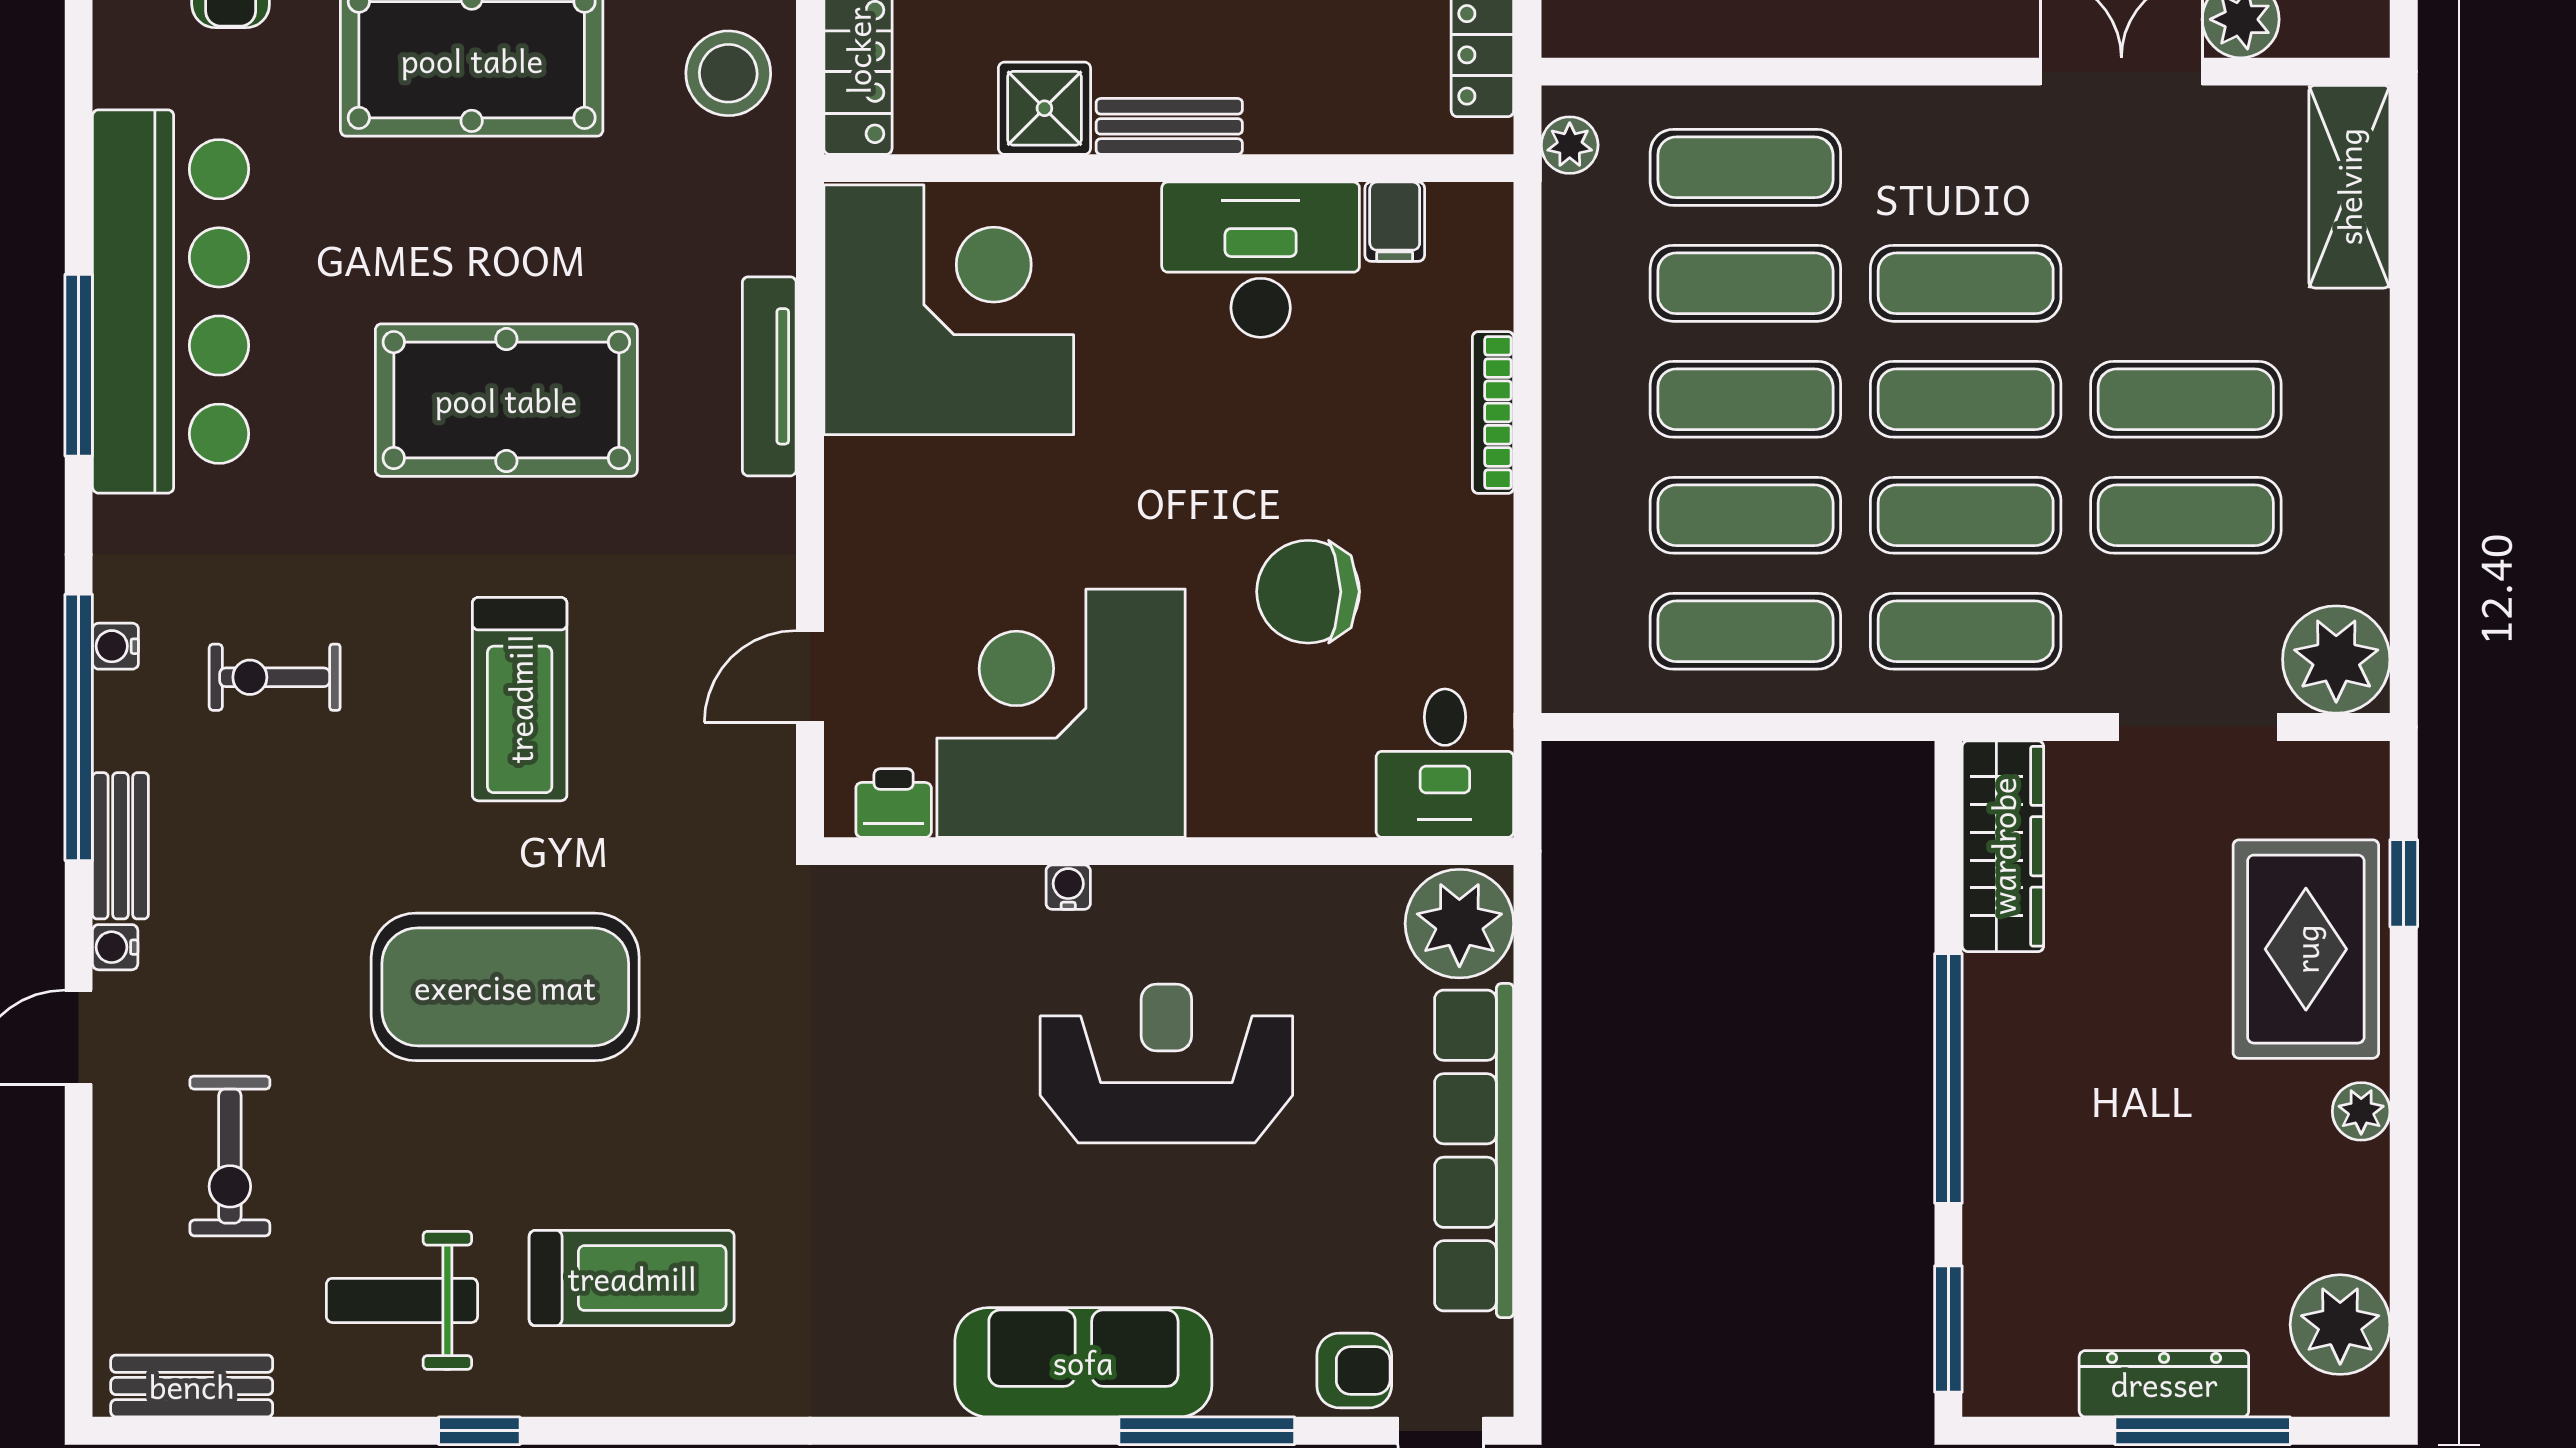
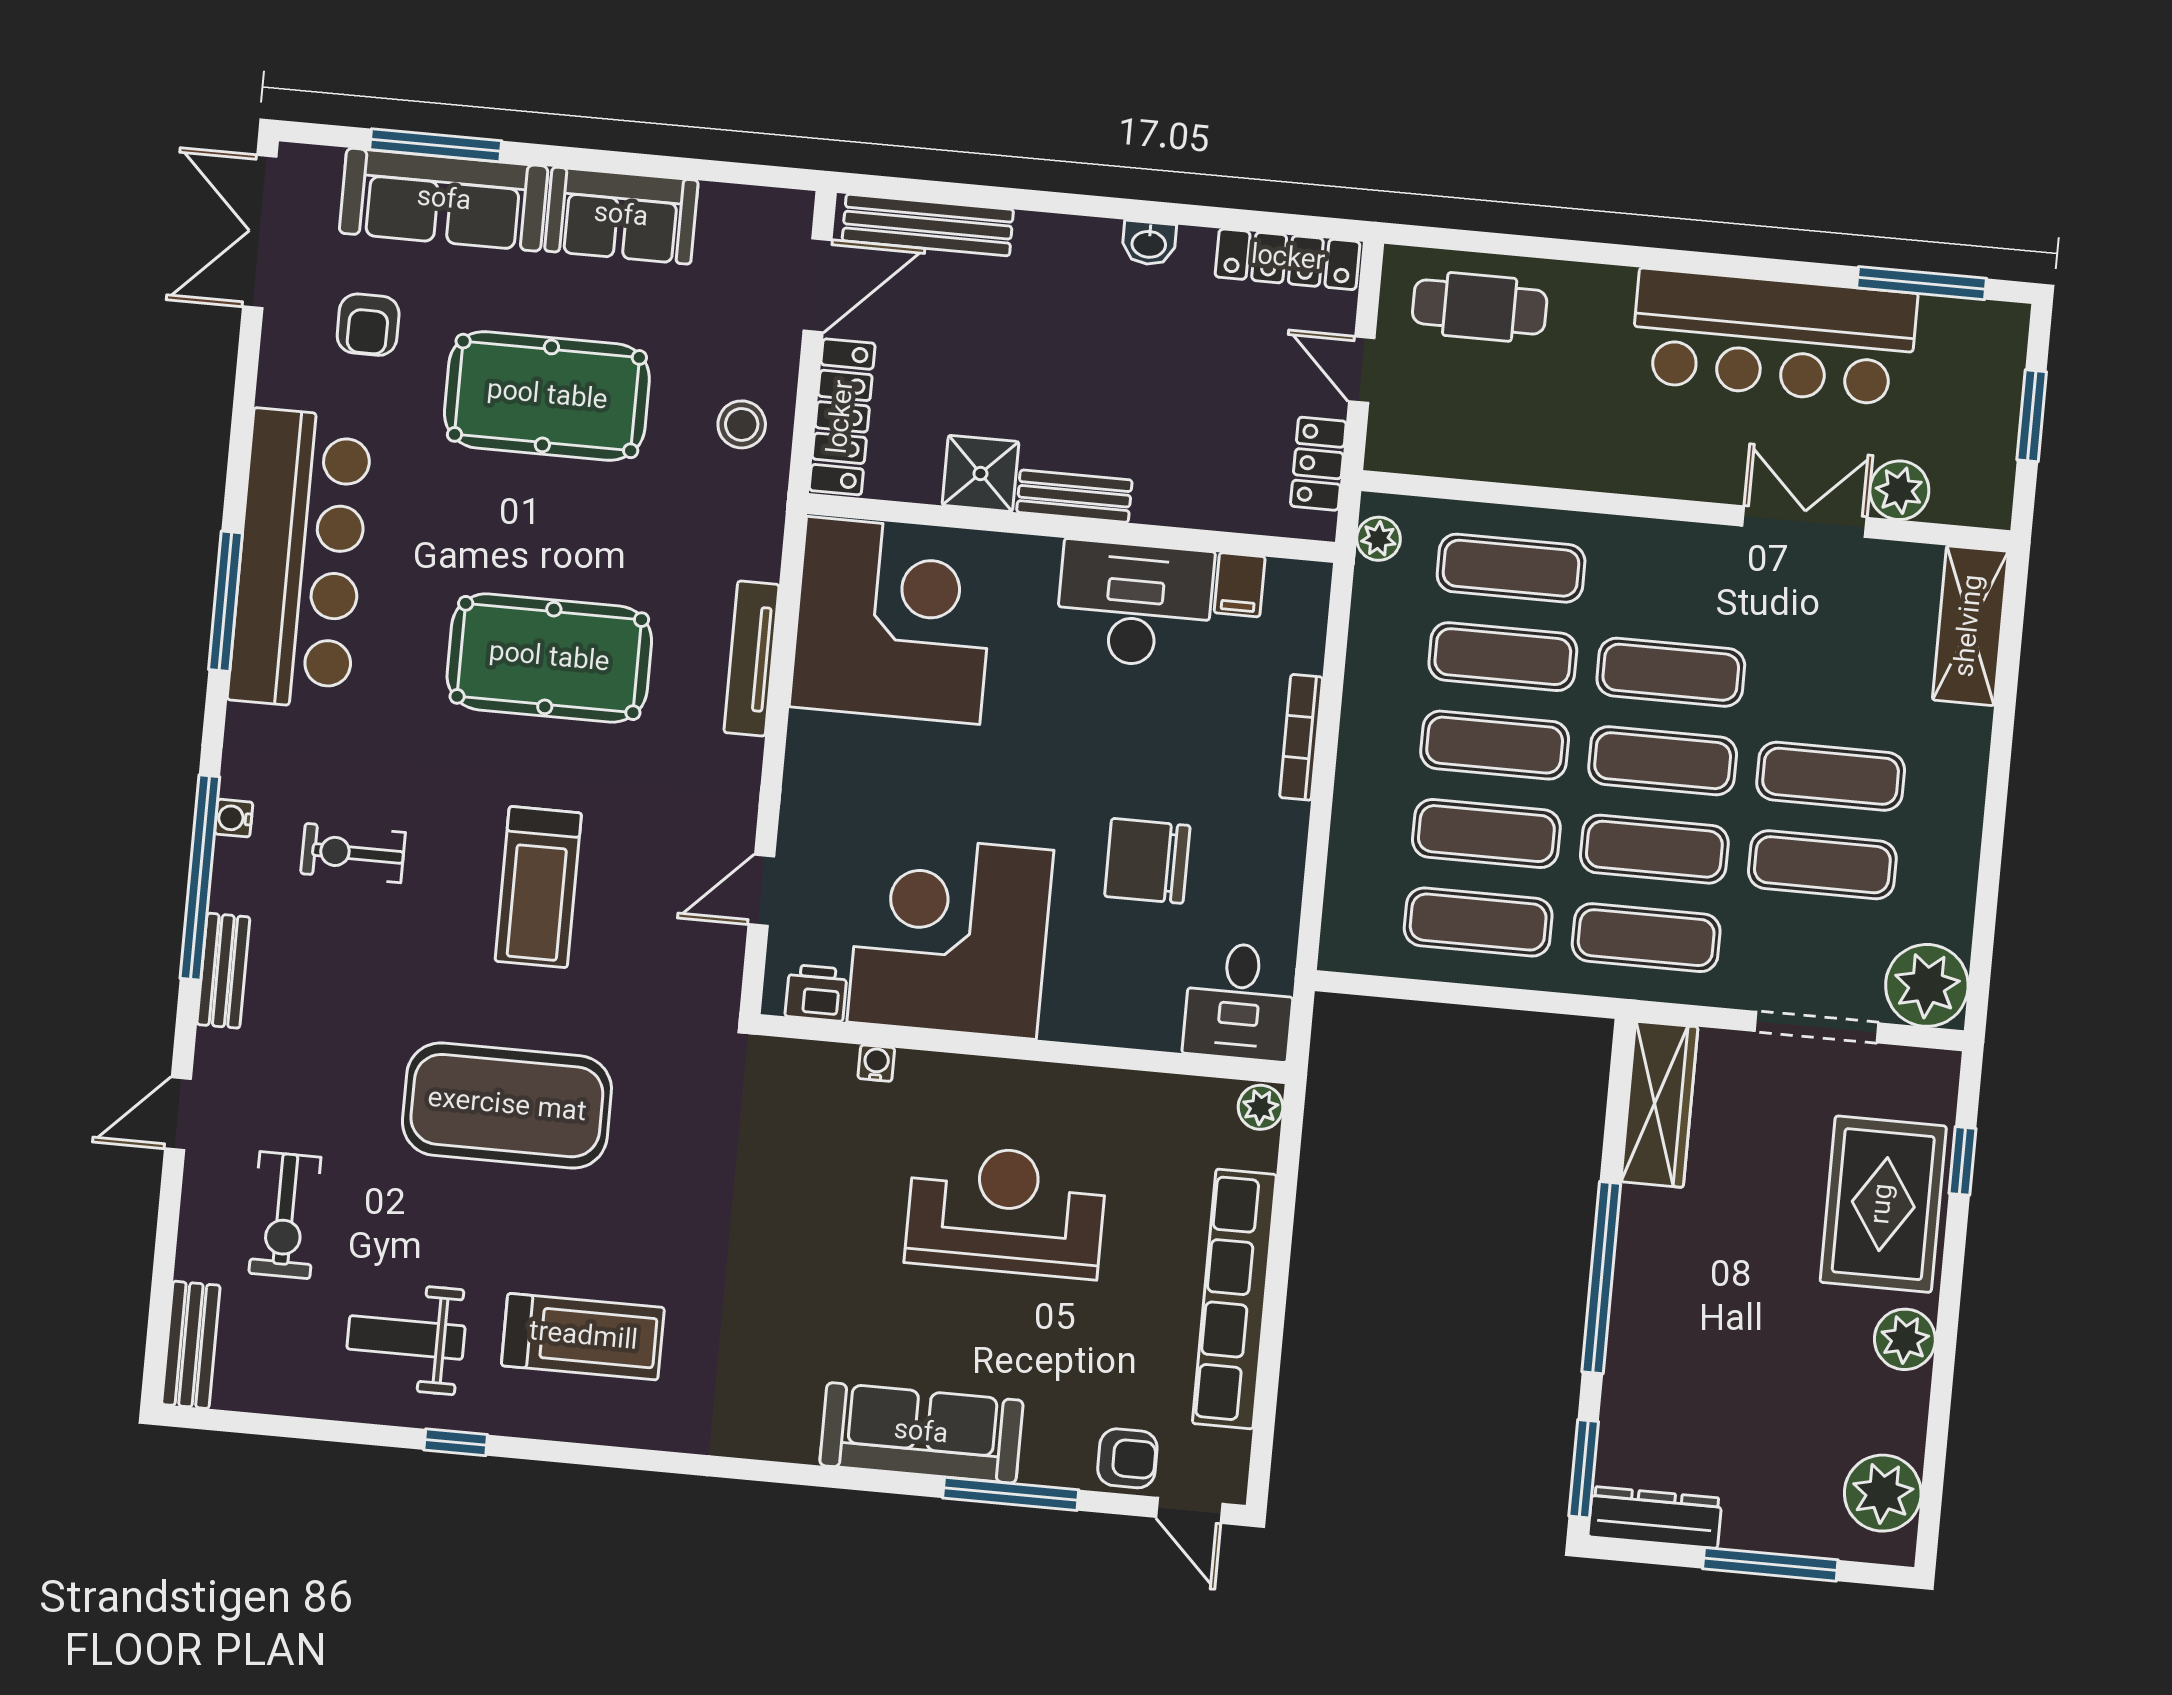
stool: (728, 73) -> (742, 424), width x0.73, depth x0.73
water cooler: (1068, 887) -> (876, 1063), moved
plant: (1459, 924) -> (1260, 1107), width x0.53, depth x0.53
water cooler: (115, 947) -> (212, 1048), removed
plant: (2361, 1111) -> (1905, 1339), width x1.38, depth x1.38
dresser: (2164, 1384) -> (1655, 1517), moved
bench: (192, 1386) -> (191, 1345), moved, turned 90

